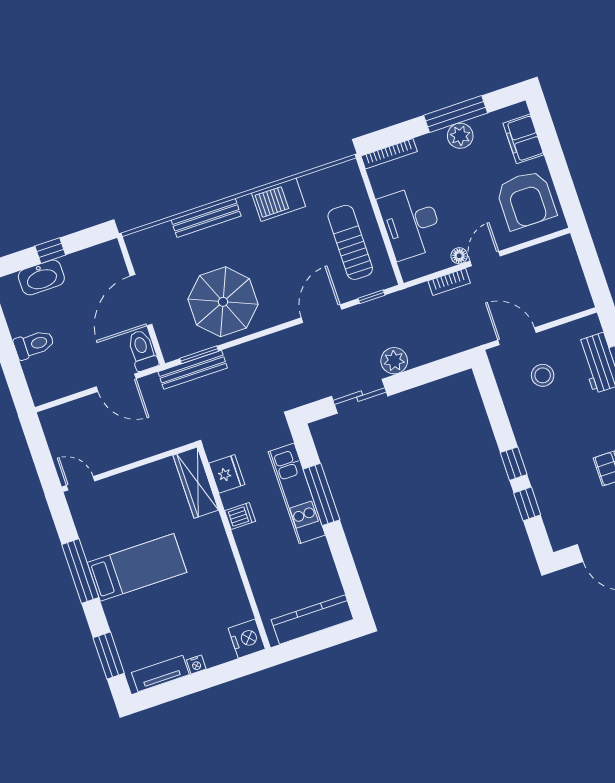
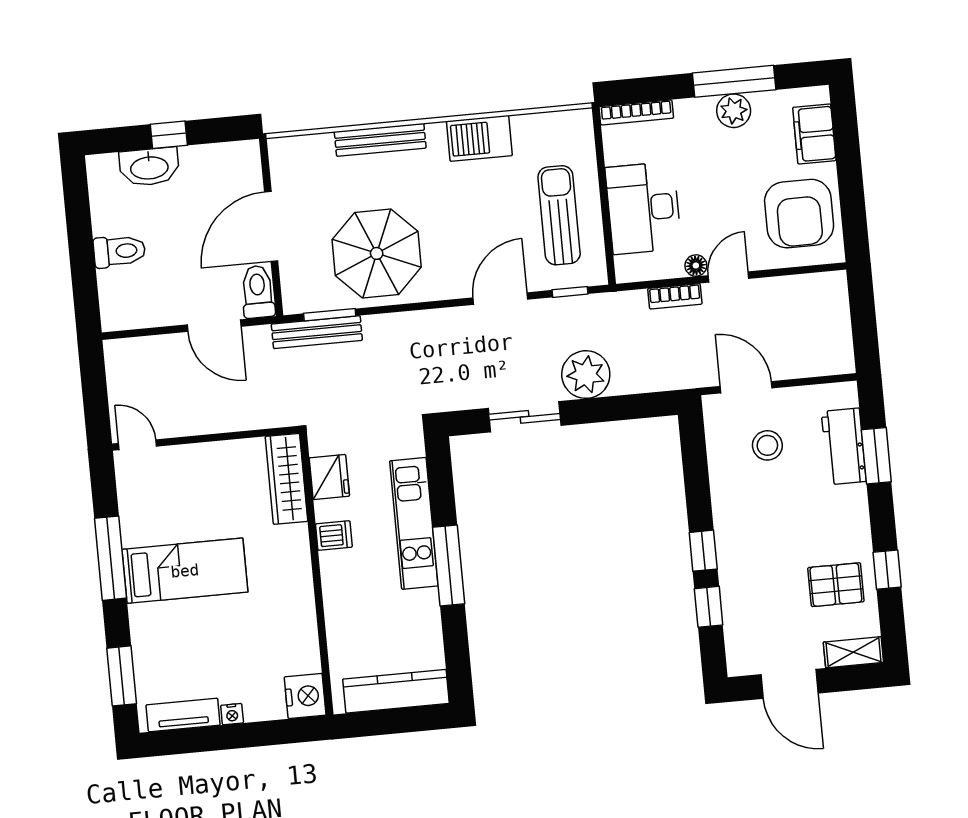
plant: (394, 361) -> (586, 375), width x1.36, depth x1.36
window: (321, 494) -> (449, 565), moved

